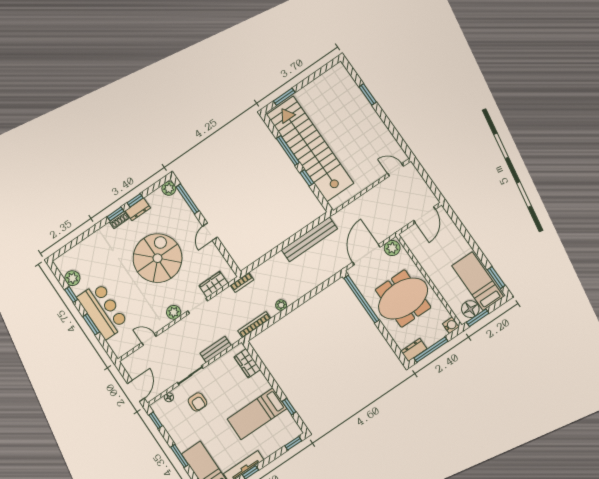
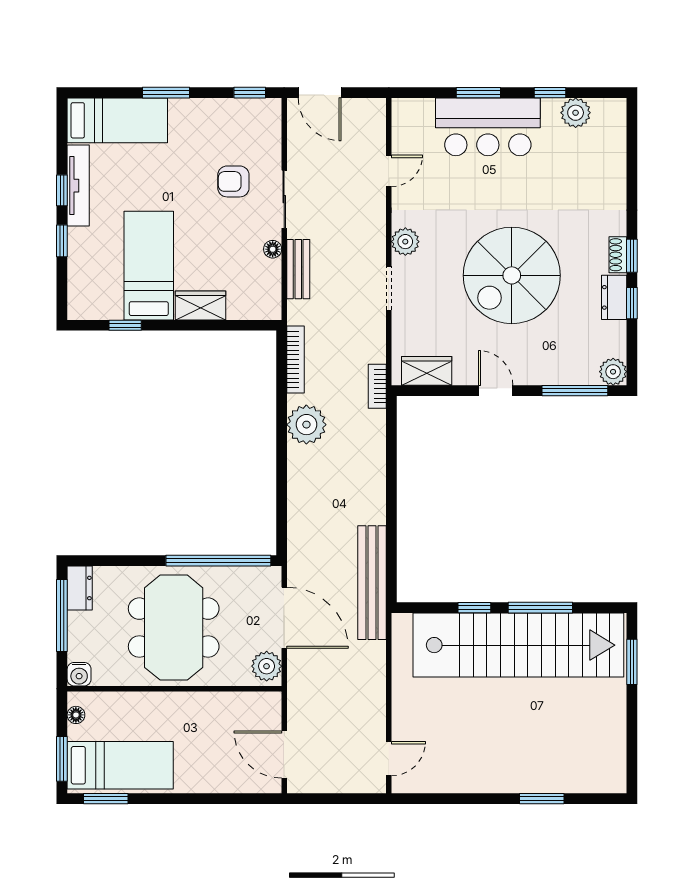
bench: (309, 239) -> (372, 583), moved
spiral stairs: (158, 258) -> (512, 275), turned 90
wardrobe: (213, 285) -> (427, 371), moved, turned -90
plant: (281, 305) -> (306, 425), width x1.87, depth x1.87
floor lamp: (470, 309) -> (76, 715), width x0.53, depth x0.53
window: (478, 318) -> (62, 759), moved
wardrobe: (247, 363) -> (201, 305), moved
floor lamp: (169, 397) -> (273, 249), moved
window: (293, 443) -> (62, 241), moved

